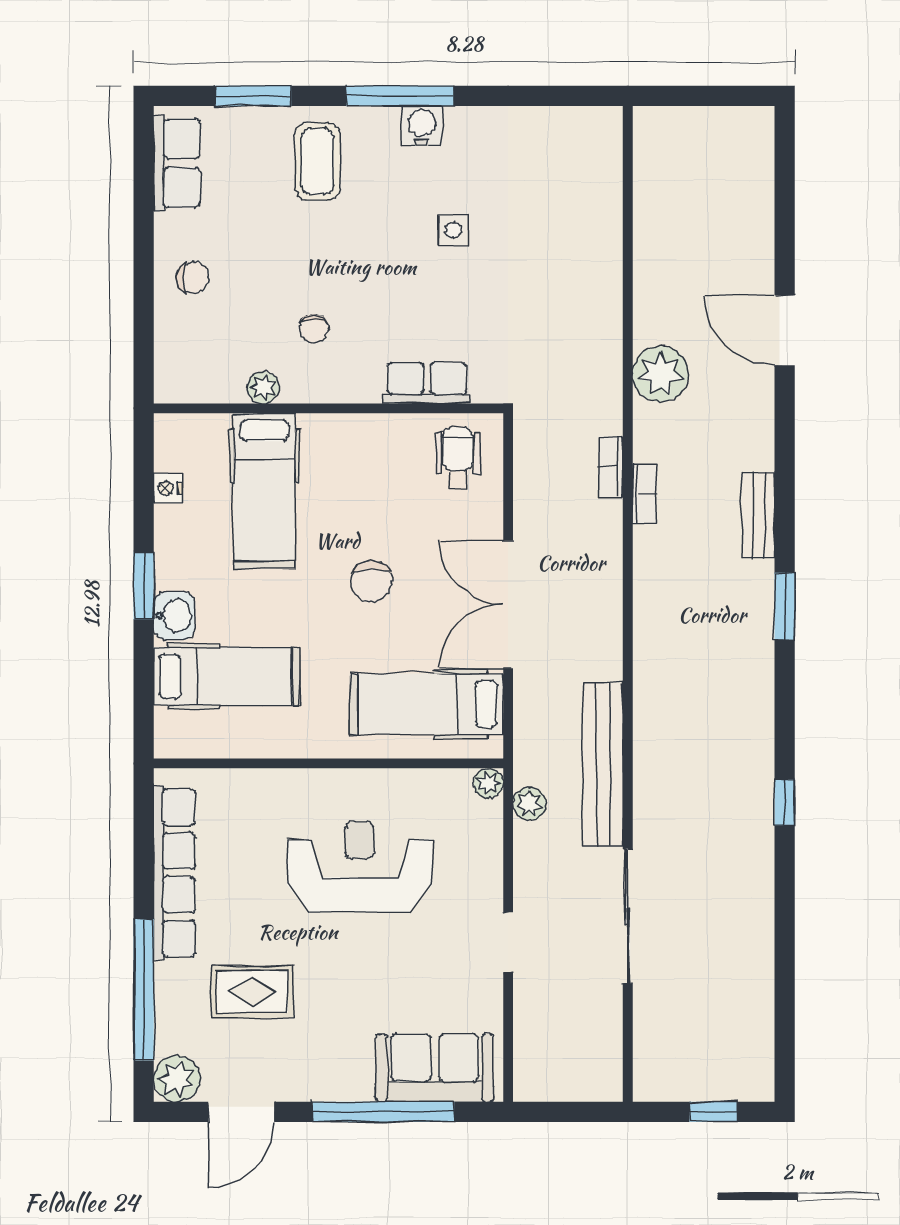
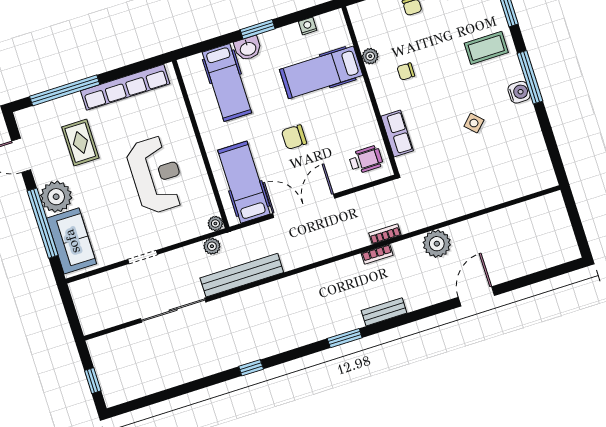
side table: (453, 230) -> (474, 123), turned 45
plant: (177, 1079) -> (56, 197), moved, width x1.36, depth x1.36

